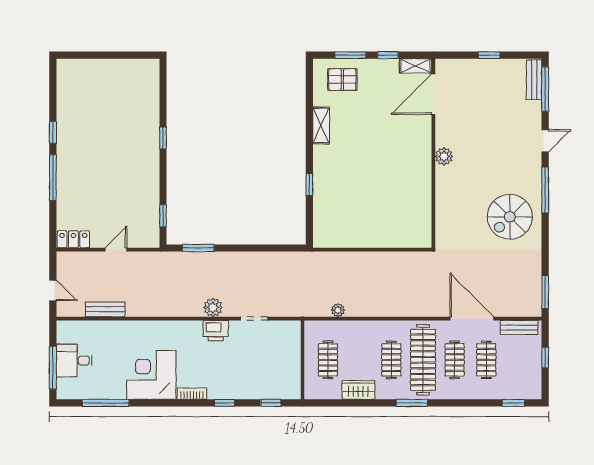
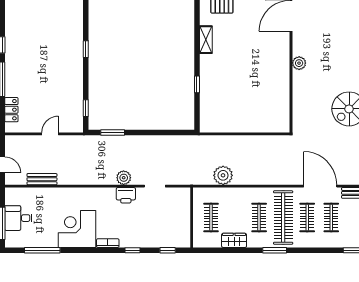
locker: (73, 239) -> (11, 110), moved, turned 90
plant: (338, 310) -> (223, 175), width x1.87, depth x1.87

